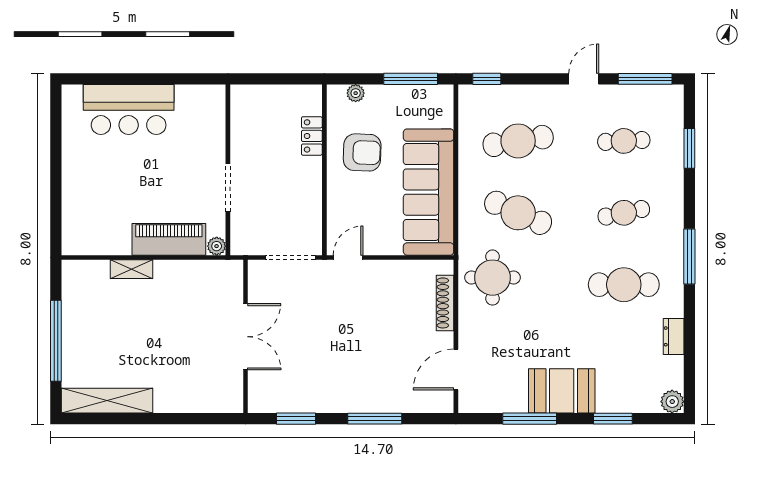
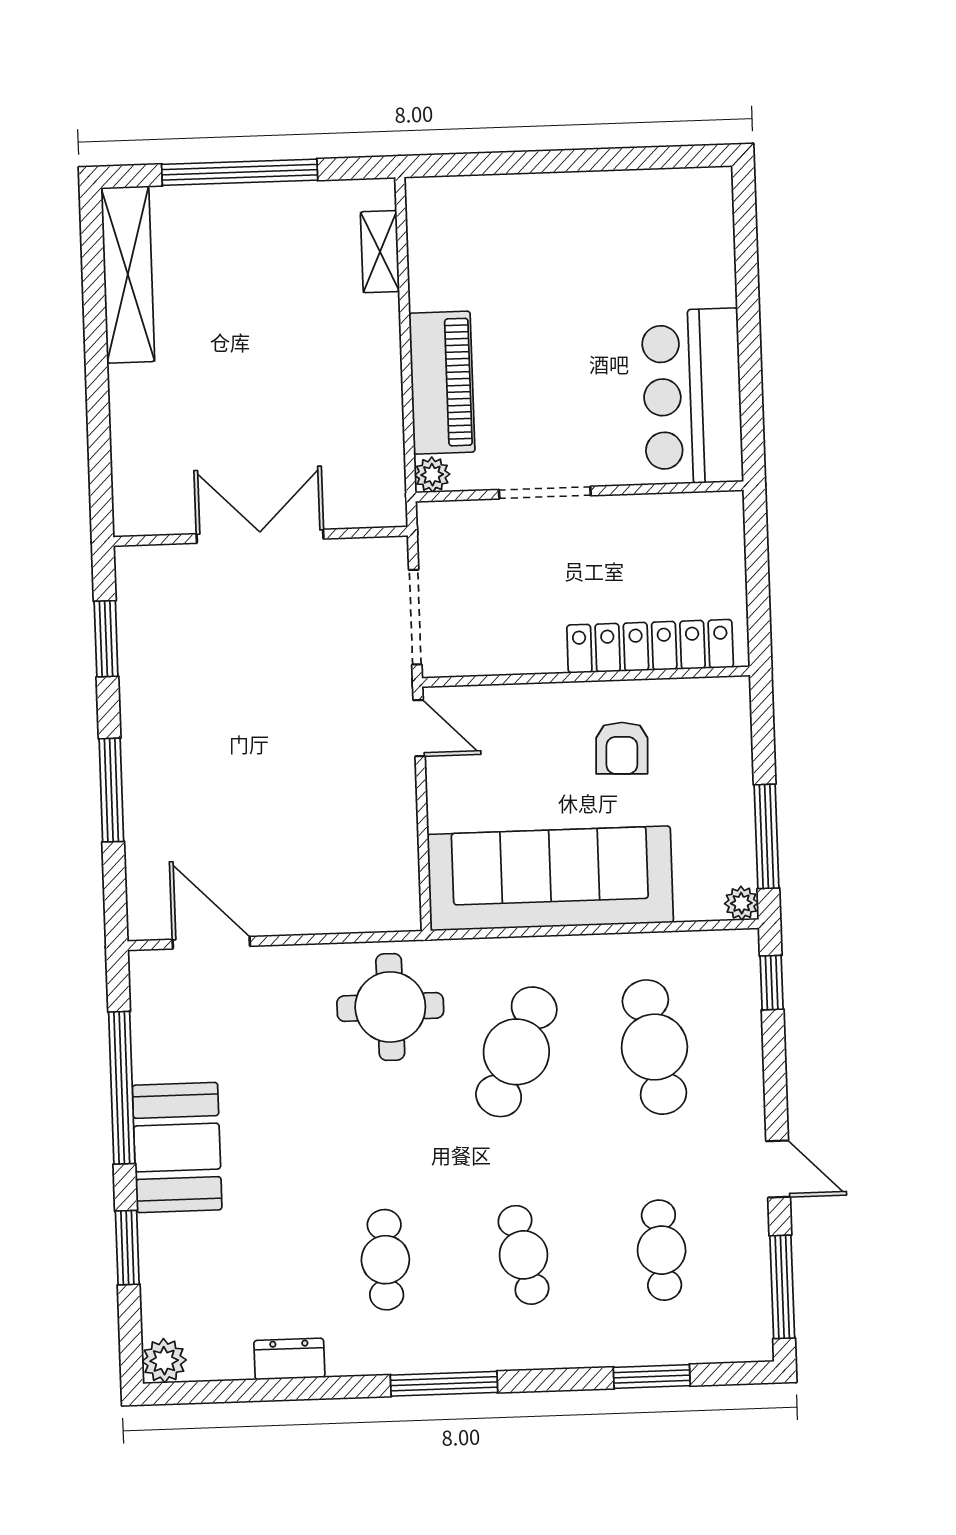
plant: (356, 93) -> (741, 903), moved
bar counter: (129, 109) -> (692, 396), moved
locker: (312, 136) -> (650, 646), width x2.16, depth x1.21
armchair: (362, 152) -> (622, 748), width x0.72, depth x0.72
shelving: (132, 269) -> (380, 252), moved
cafe table: (624, 285) -> (385, 1260), width x0.73, depth x0.74
shoe rack: (445, 303) -> (338, 918), removed
double door: (245, 337) -> (260, 536), swing flipped
window: (530, 419) -> (122, 1088), width x1.46

